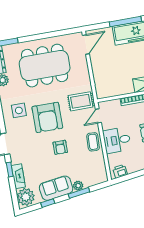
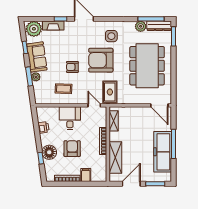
shelving: (112, 92) -> (114, 121), added
coffee table: (93, 142) -> (64, 89), moved
printer: (120, 171) -> (43, 127), moved

